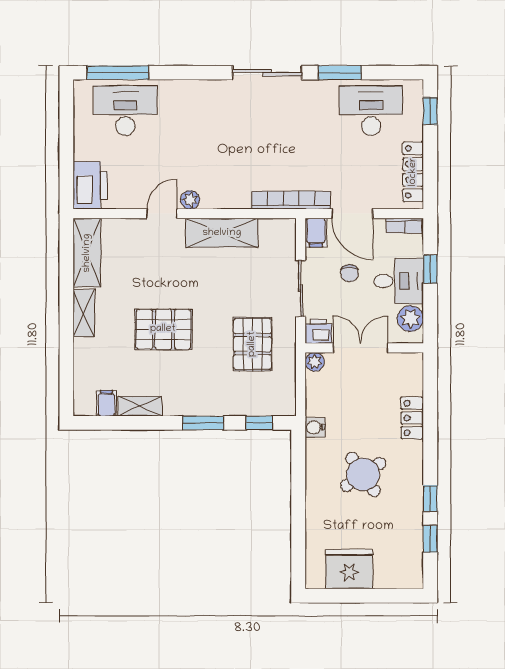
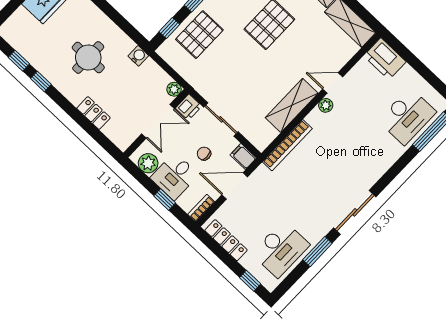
bookcase: (291, 200) -> (287, 145), moved
door: (162, 214) -> (333, 83), swing flipped
pallet: (252, 344) -> (199, 35), moved, turned 90
round table: (363, 474) -> (88, 57), turned 34

